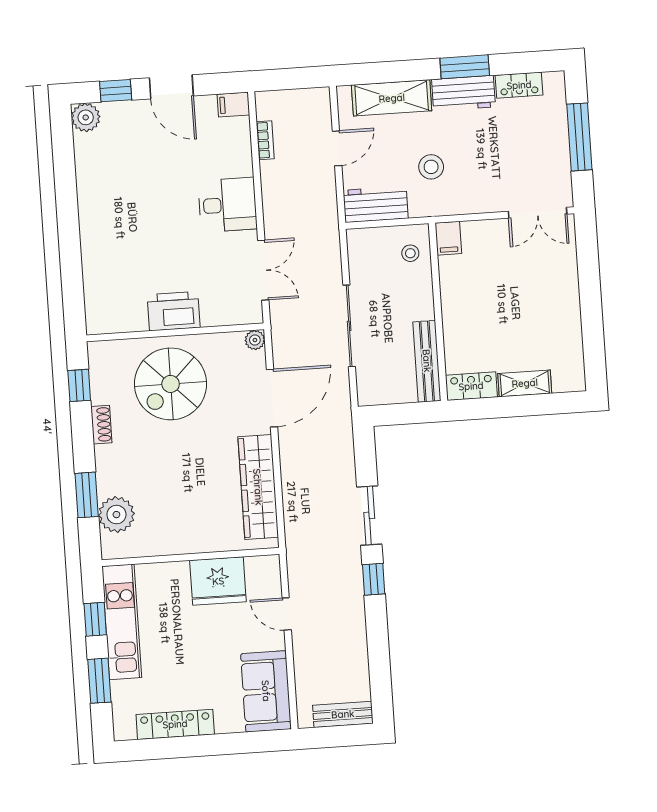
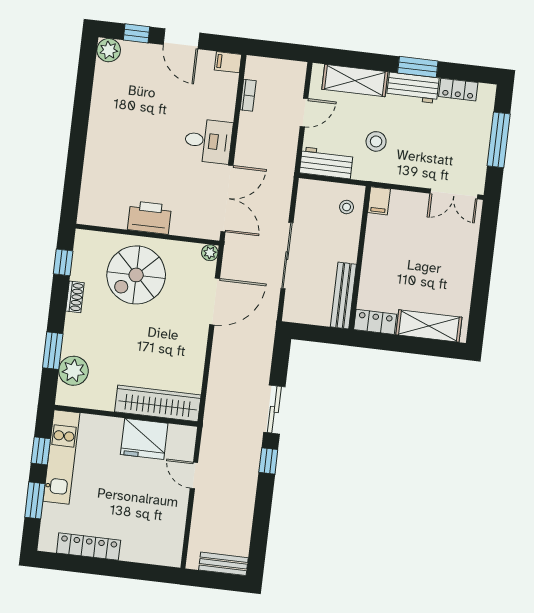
double door: (263, 270) -> (227, 198), width x1.37
shelving: (525, 383) -> (429, 326), width x1.50, depth x1.33
wardrobe: (258, 487) -> (158, 403), moved, turned 90
sofa: (266, 691) -> (166, 534), removed

